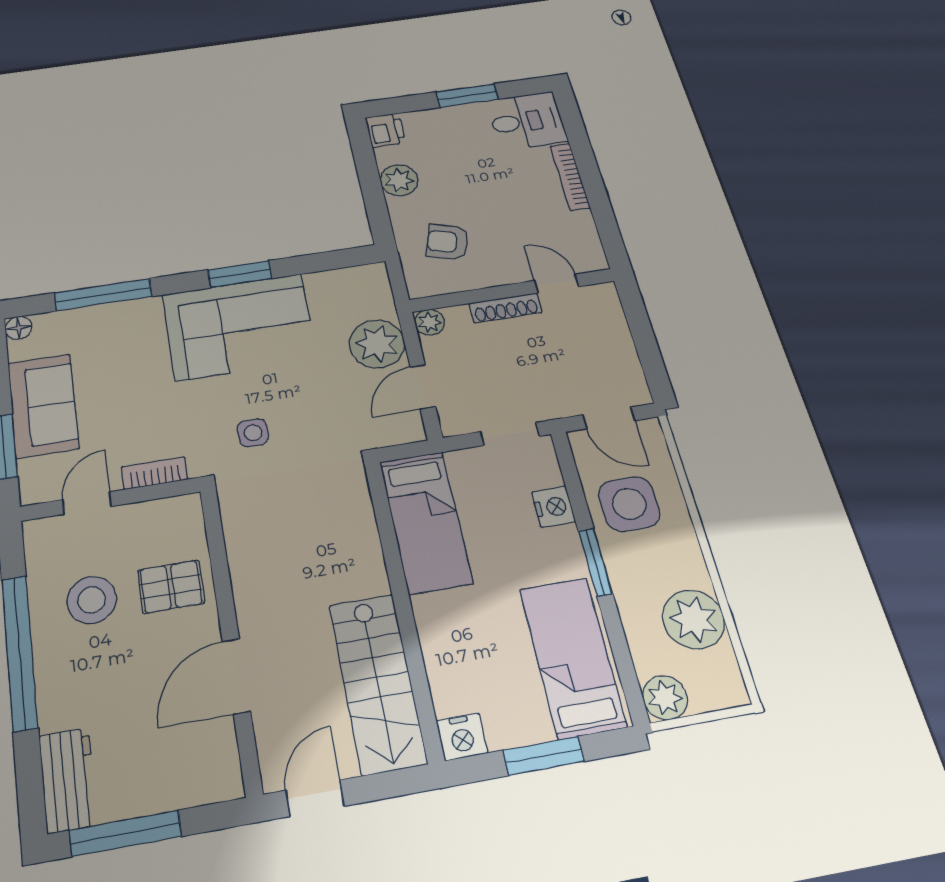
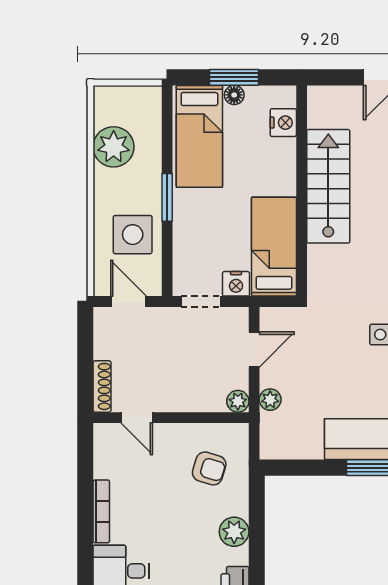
shoe rack: (505, 308) -> (102, 386), moved, turned 90
plant: (377, 344) -> (270, 400), width x0.53, depth x0.53
nightstand: (553, 507) -> (236, 284), moved, turned -90
stairs: (377, 683) -> (328, 186), moved
plant: (665, 698) -> (147, 100), removed
floor lamp: (536, 729) -> (234, 95), added
nightstand: (462, 737) -> (283, 123), moved, turned 90

